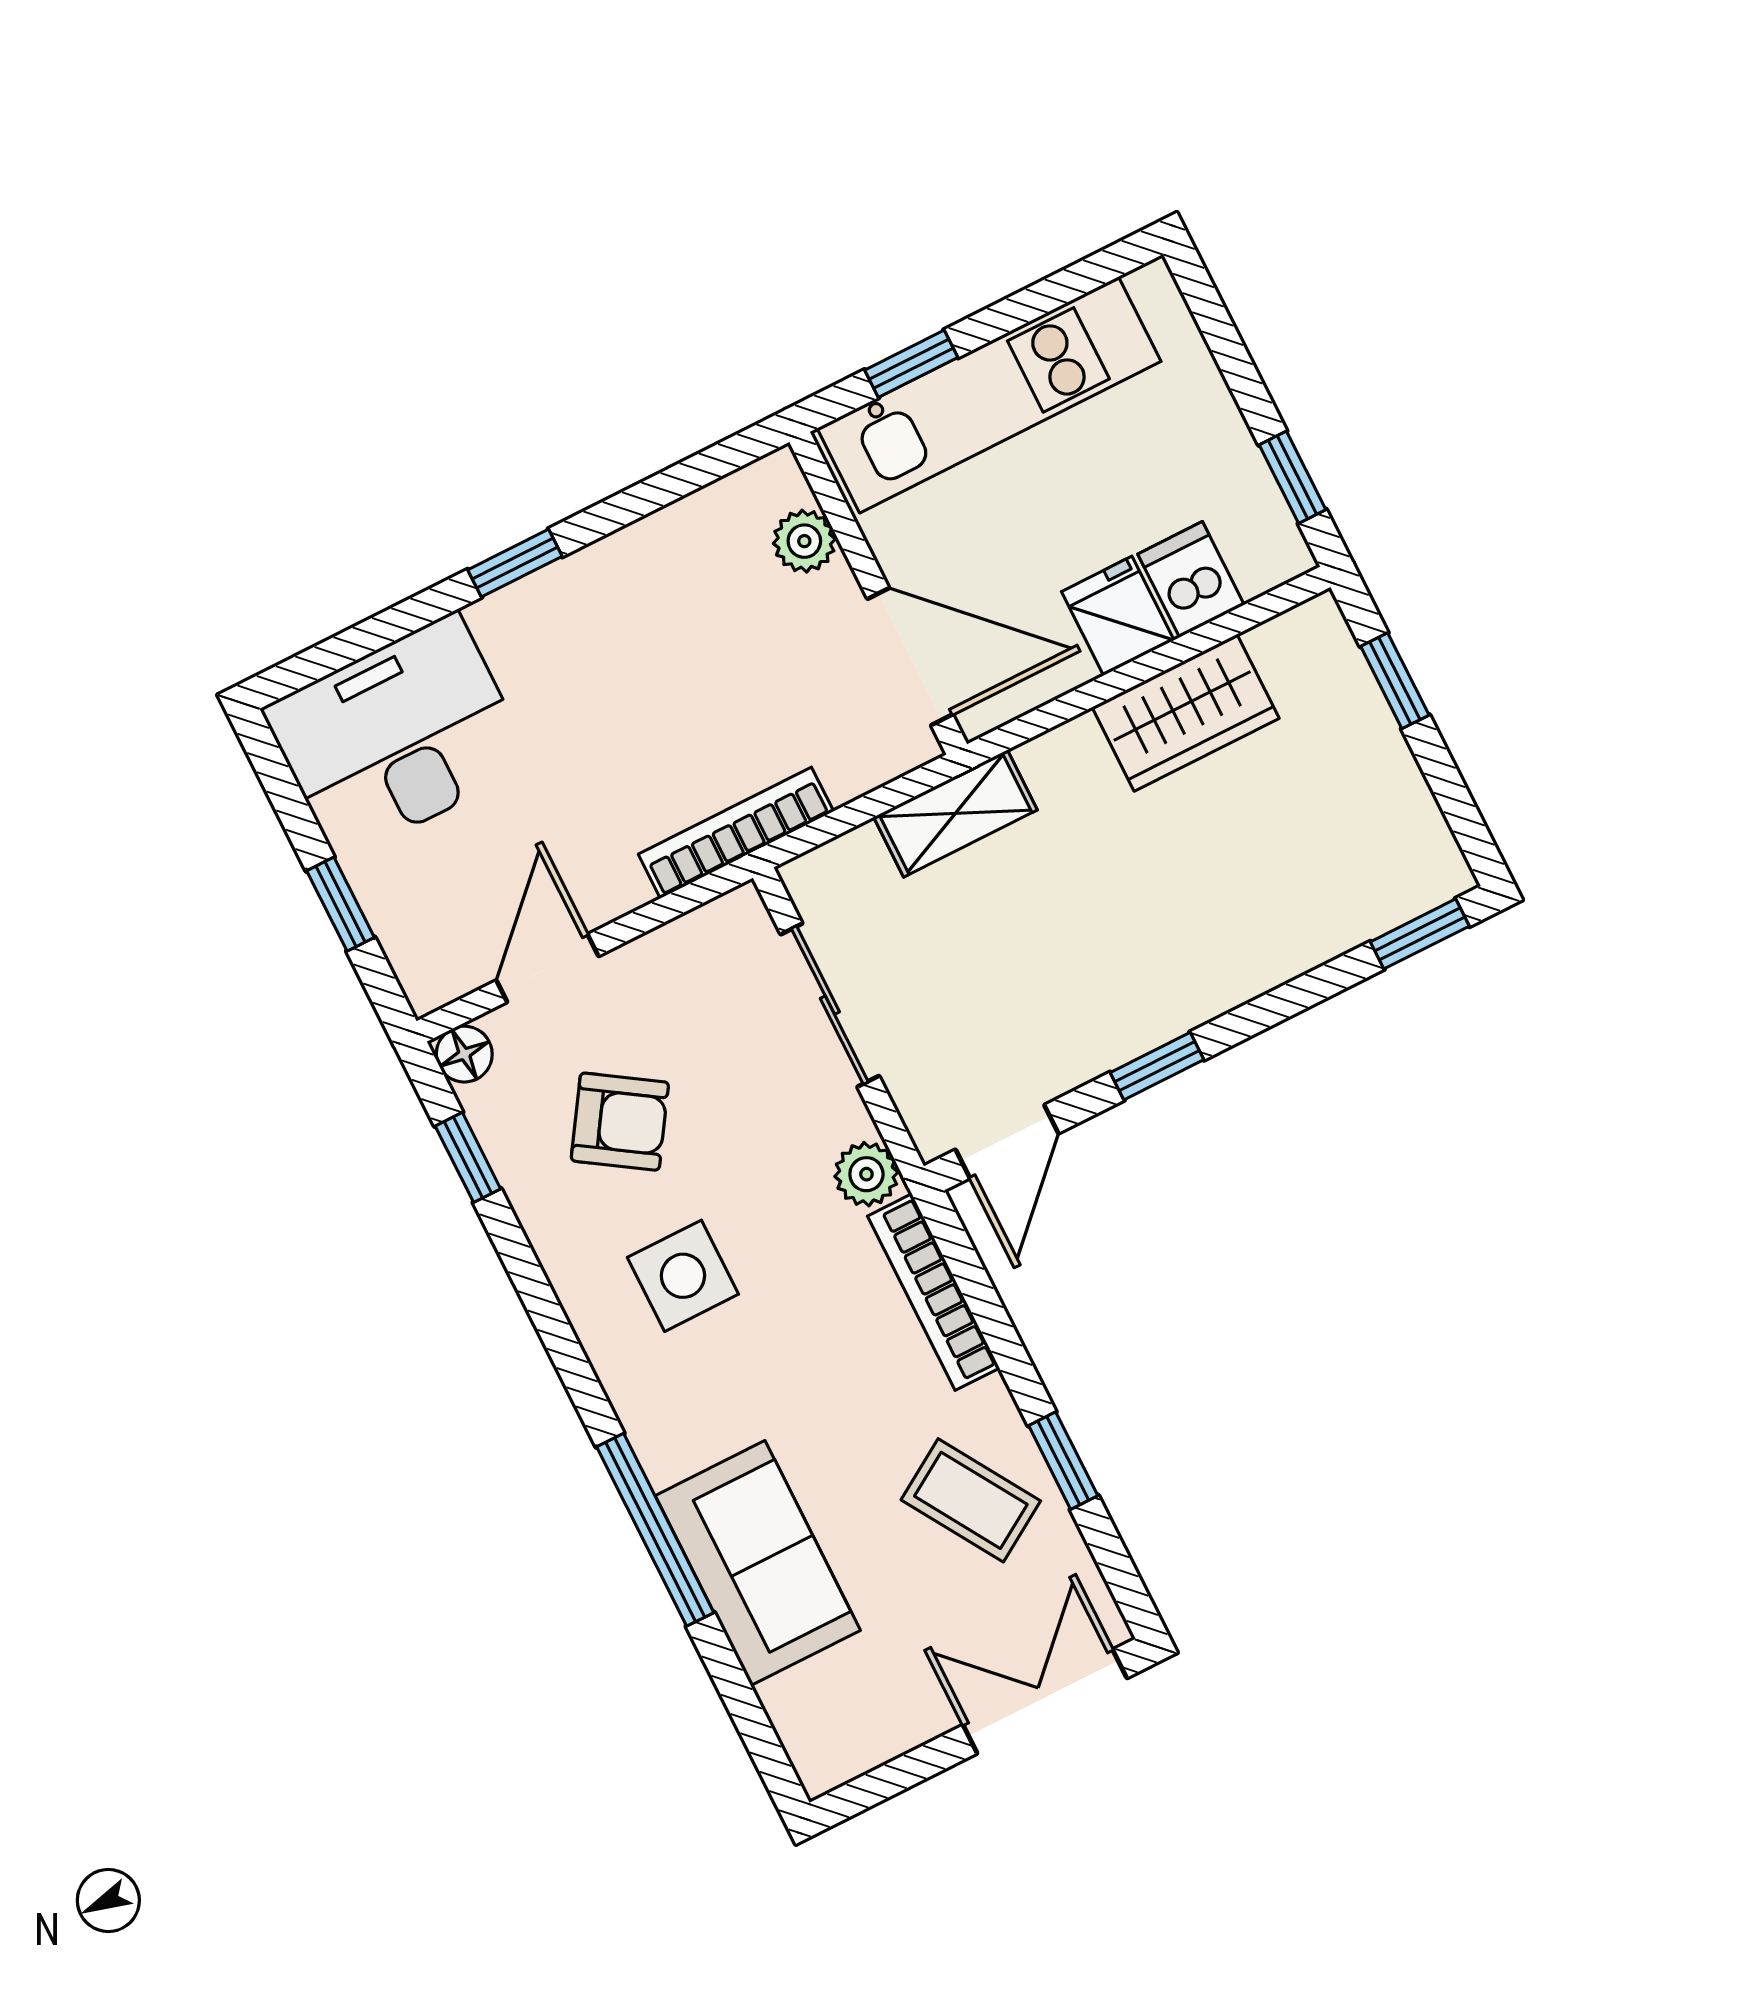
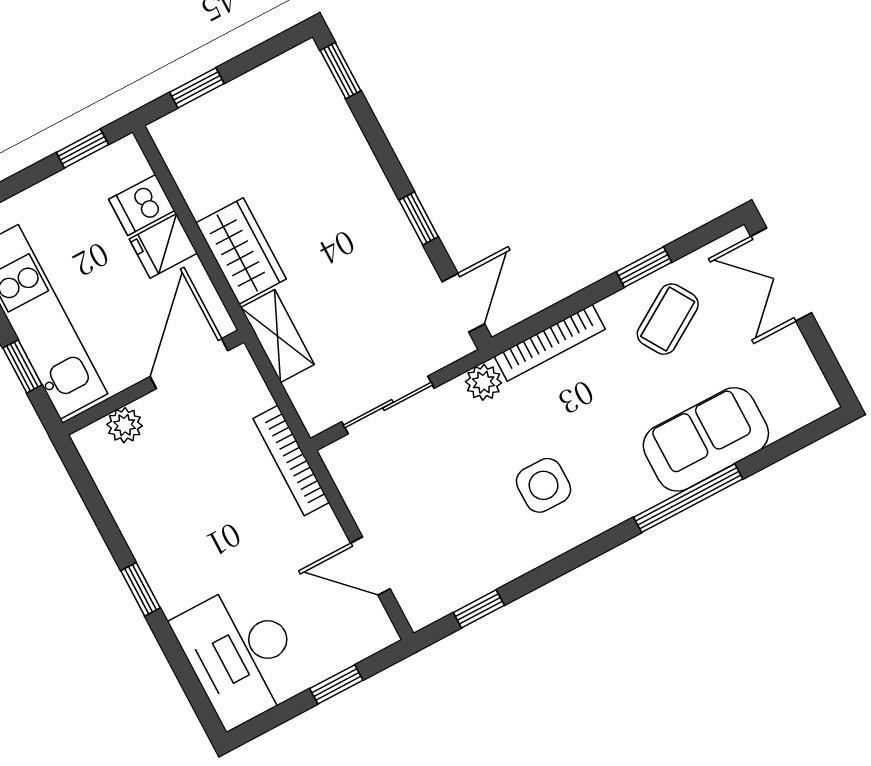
wardrobe: (1186, 713) -> (241, 251), moved
floor lamp: (464, 1054) -> (420, 612), removed
armchair: (620, 1122) -> (457, 523), removed
door: (1007, 1142) -> (463, 303), hinge flipped

